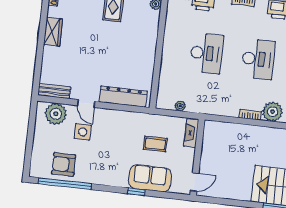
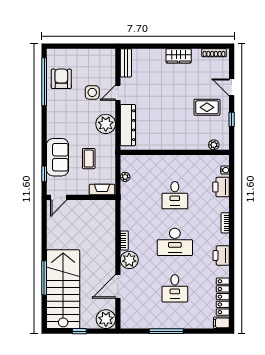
desk: (207, 53) -> (175, 195), width x0.73
plant: (56, 114) -> (106, 124), moved
door: (195, 182) -> (59, 197), hinge flipped
window: (136, 192) -> (44, 174), moved

